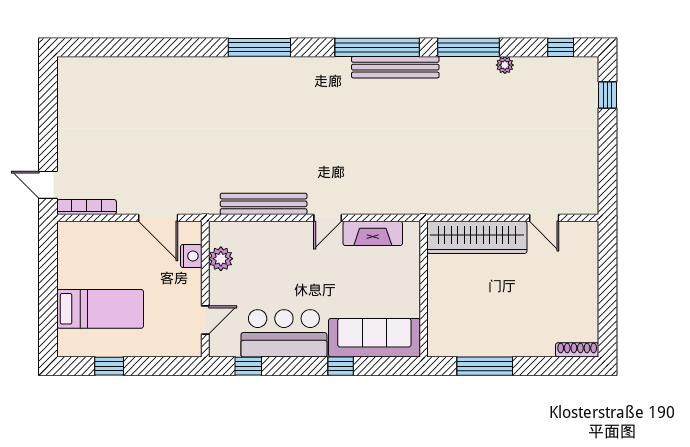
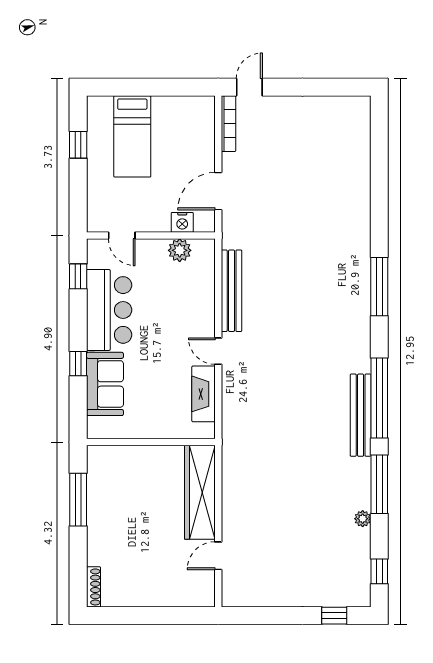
sofa: (374, 338) -> (105, 384), width x0.73

